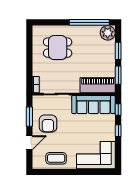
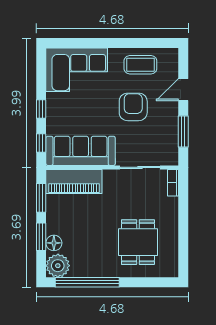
floor lamp: (110, 47) -> (54, 243), added
dining table: (58, 48) -> (138, 242), turned 90
armchair: (48, 124) -> (133, 107), moved

